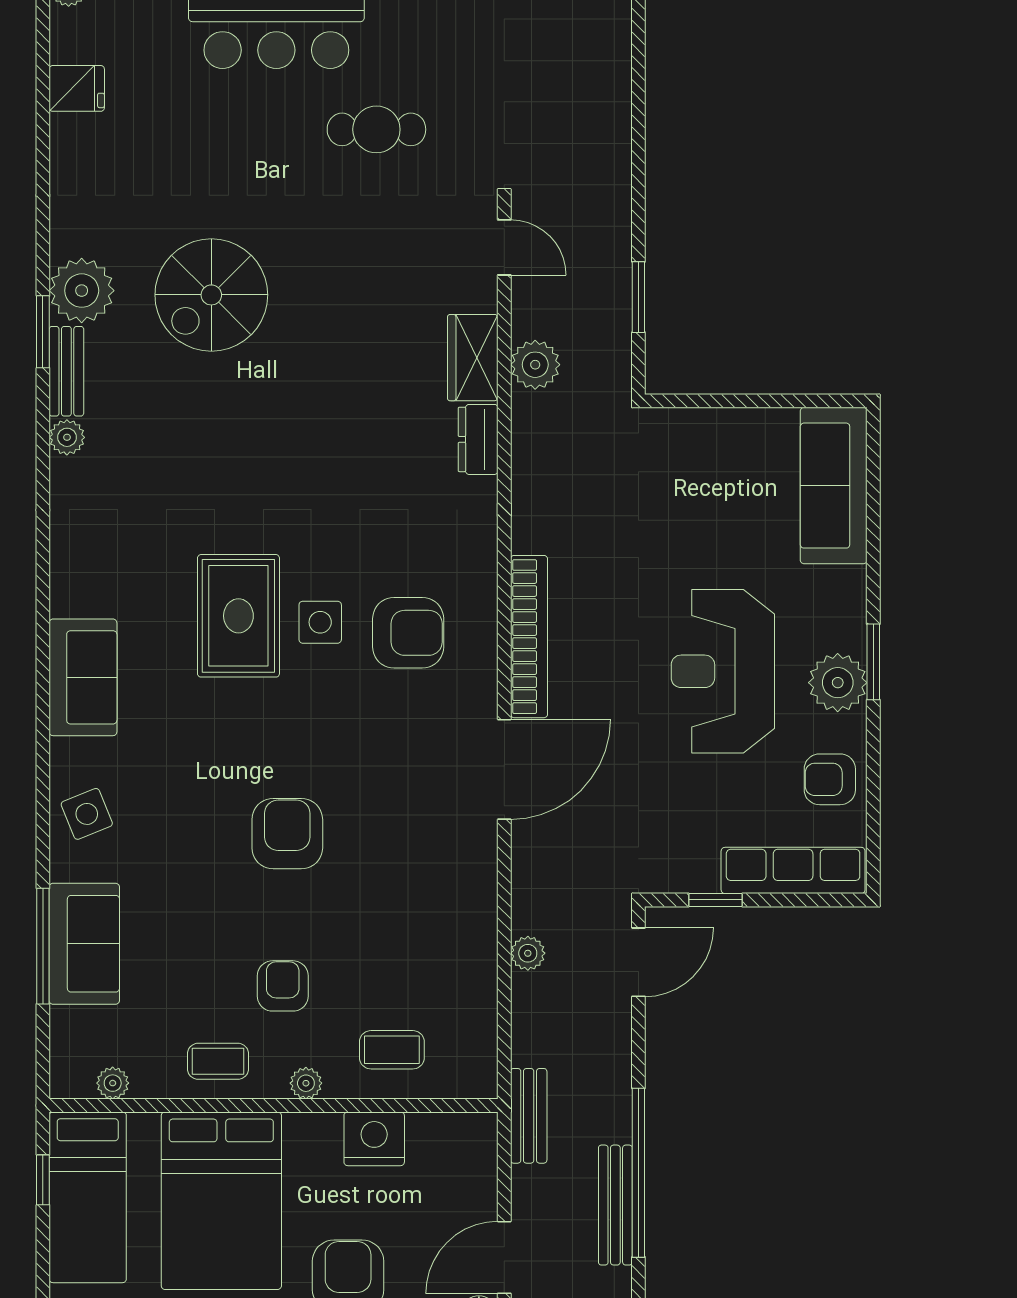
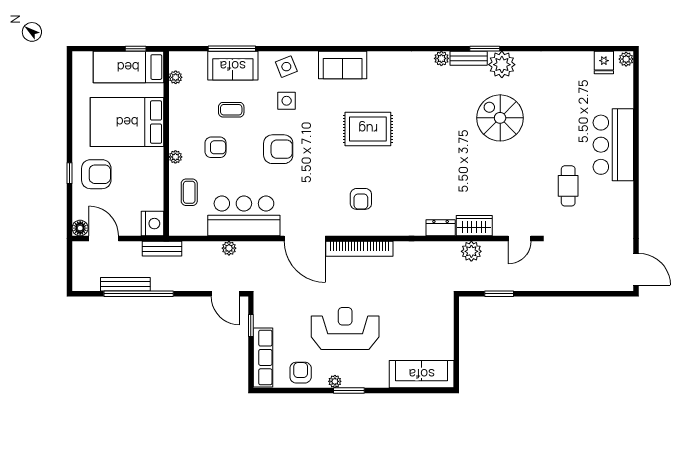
fridge: (77, 88) -> (604, 63), moved
side table: (320, 622) -> (287, 101), moved
armchair: (408, 633) -> (361, 199), width x0.72, depth x0.72
plant: (838, 683) -> (335, 381), width x0.53, depth x0.53
bar counter: (449, 917) -> (244, 216), added
coffee table: (218, 1061) -> (231, 110), moved, turned 90
nightstand: (374, 1139) -> (153, 224), moved

